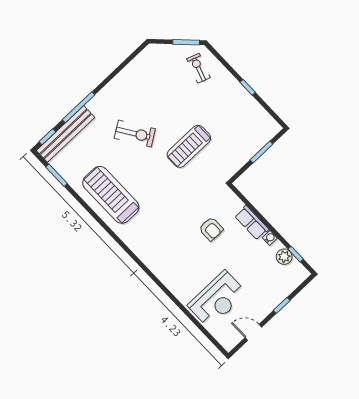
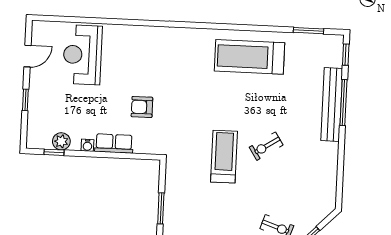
bench: (66, 134) -> (332, 105), moved
exercise bike: (135, 134) -> (266, 146), moved, width x0.73, depth x0.72
treadmill: (111, 195) -> (249, 57), turned 180

